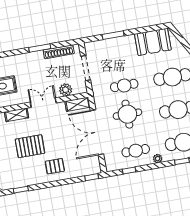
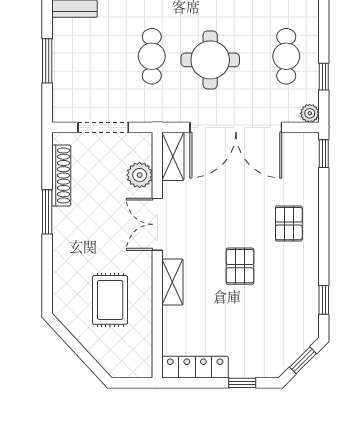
pallet: (30, 146) -> (240, 266), width x0.67, depth x0.71
plant: (158, 159) -> (310, 113), moved

